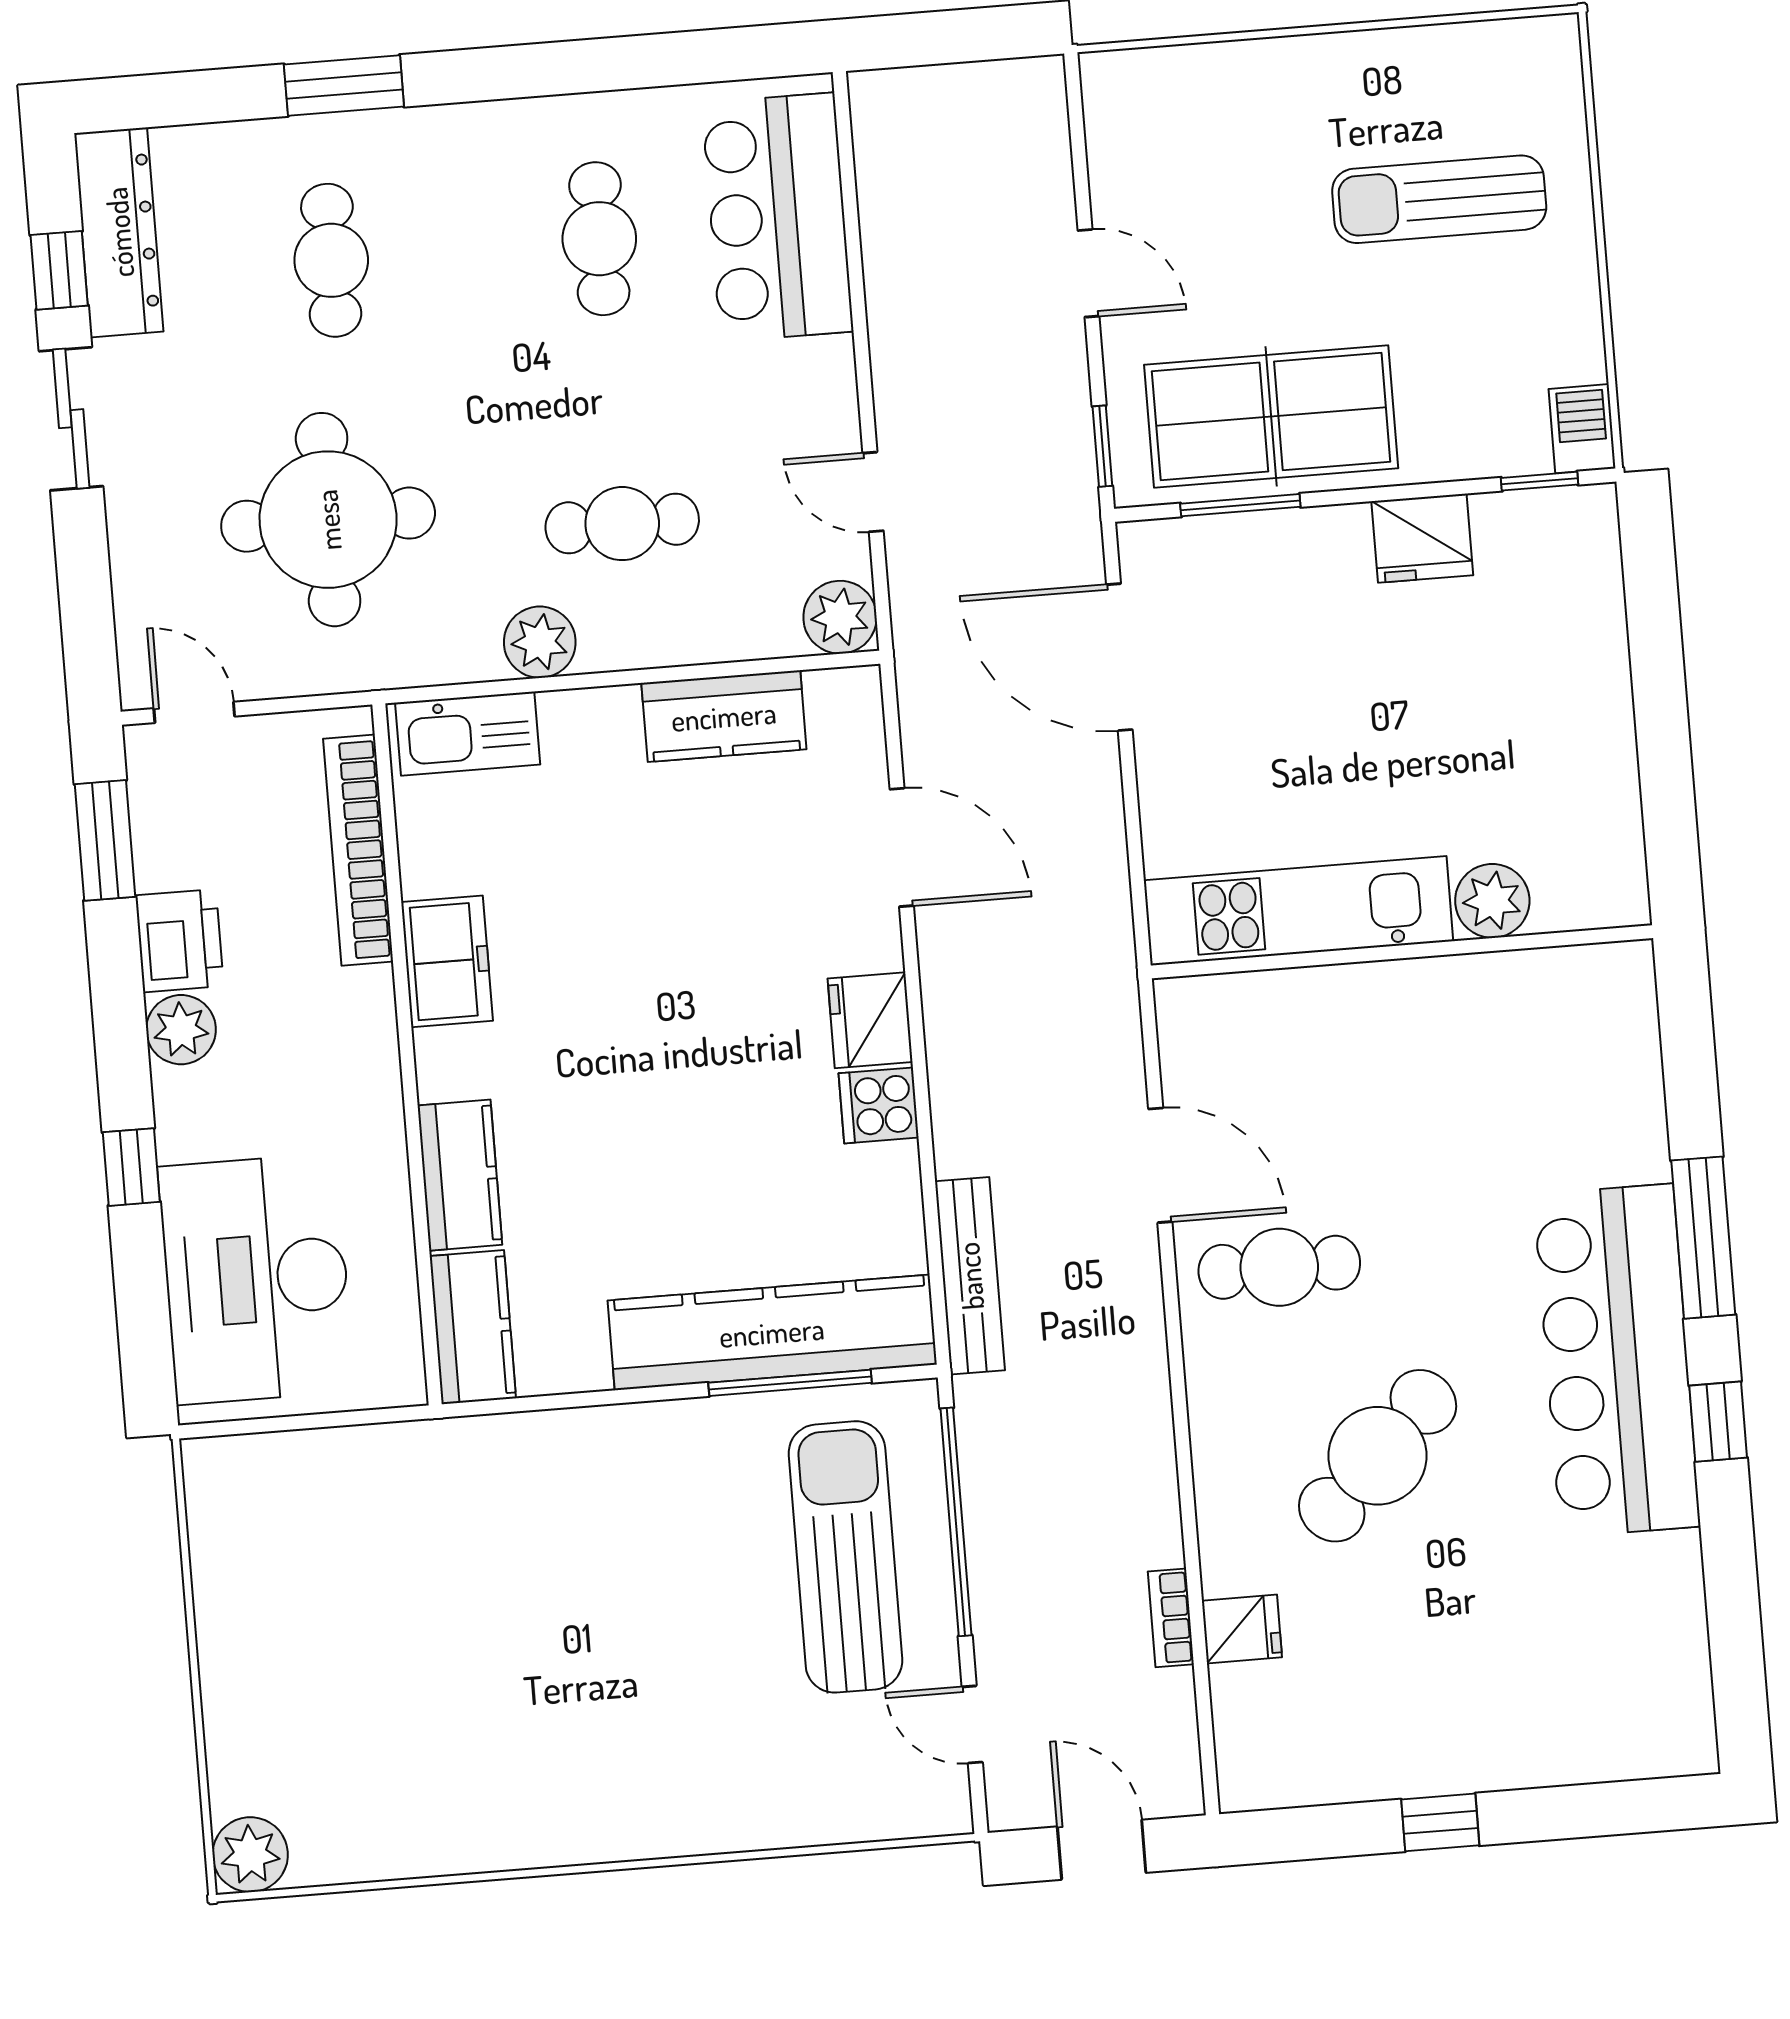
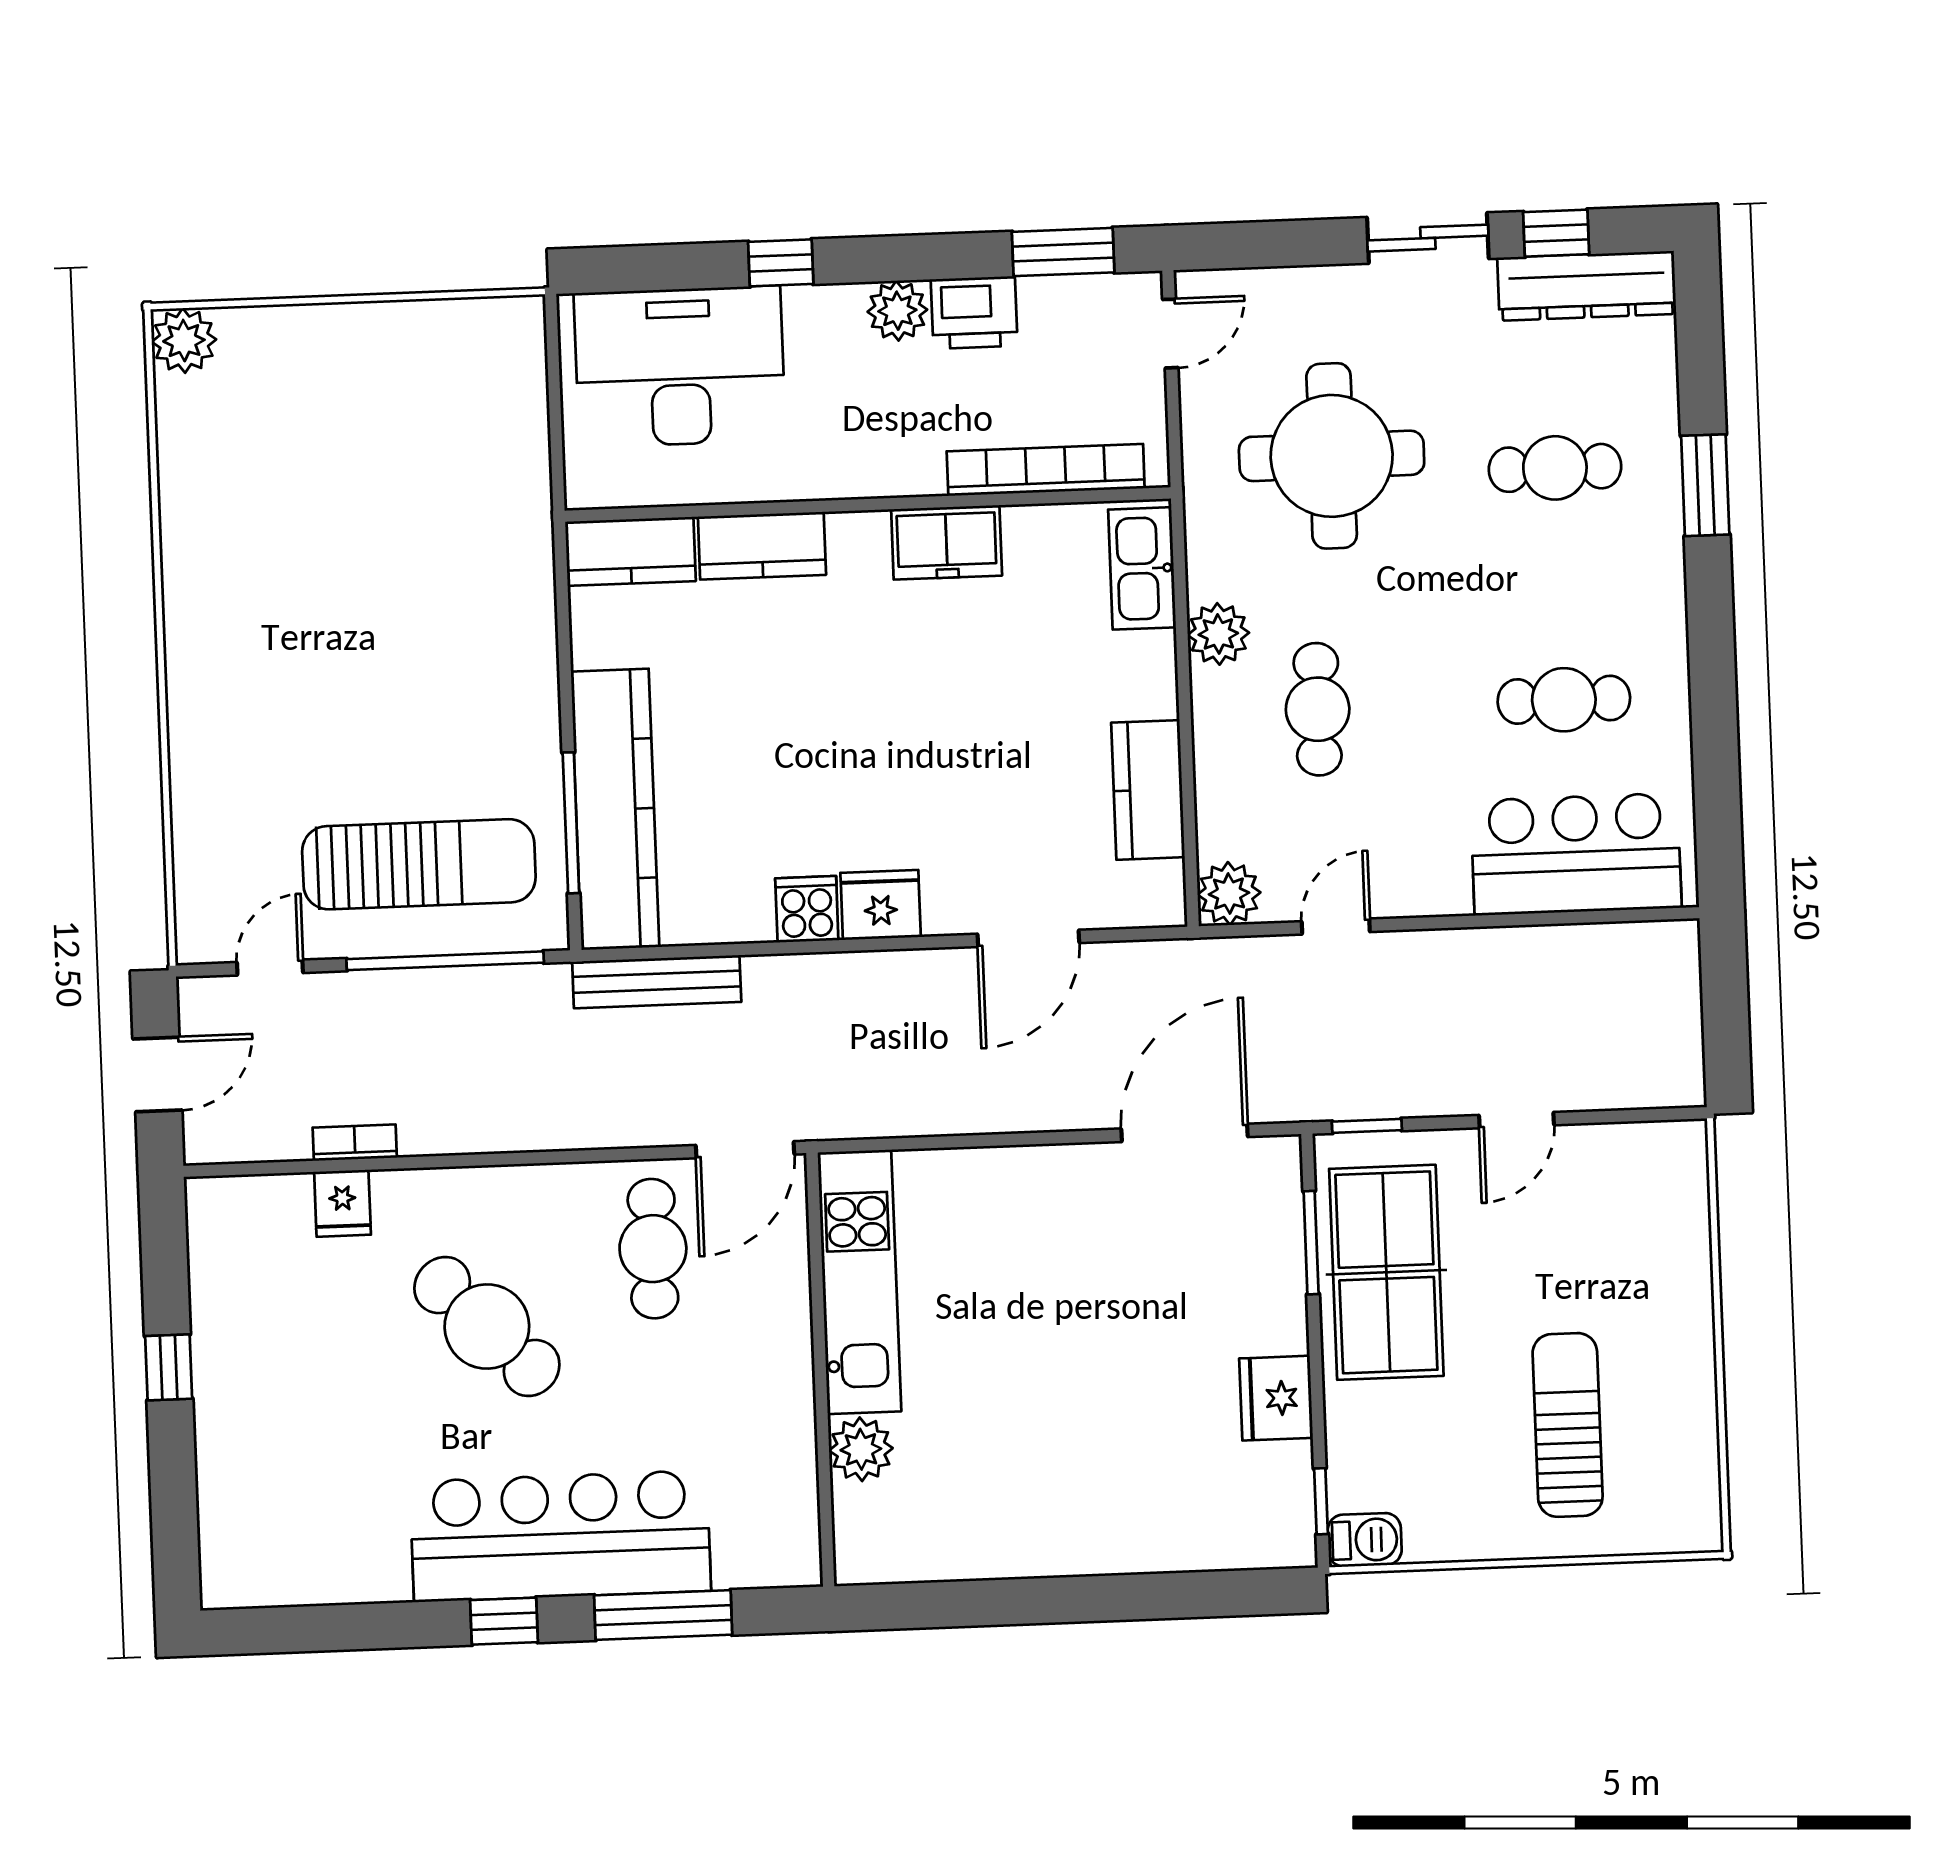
plant: (1492, 901) -> (861, 1449), moved
kitchen unit: (1298, 911) -> (859, 1282), moved
wall: (1402, 952) -> (820, 1370), moved

